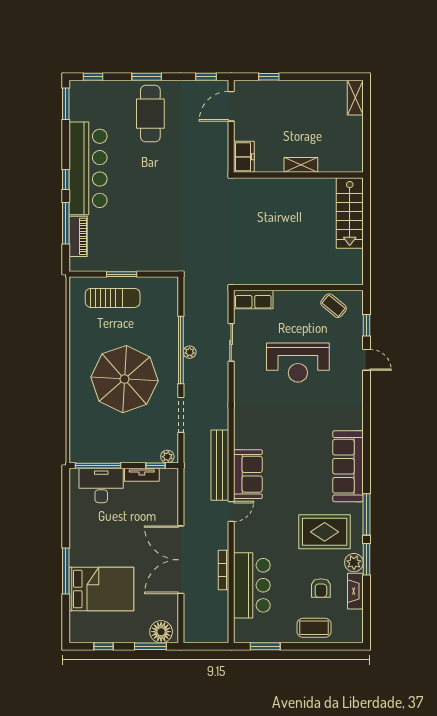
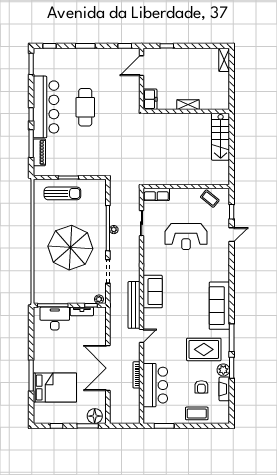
cafe table: (150, 114) -> (85, 107), moved
door: (366, 360) -> (232, 235), hinge flipped
sofa: (248, 474) -> (153, 292), moved

